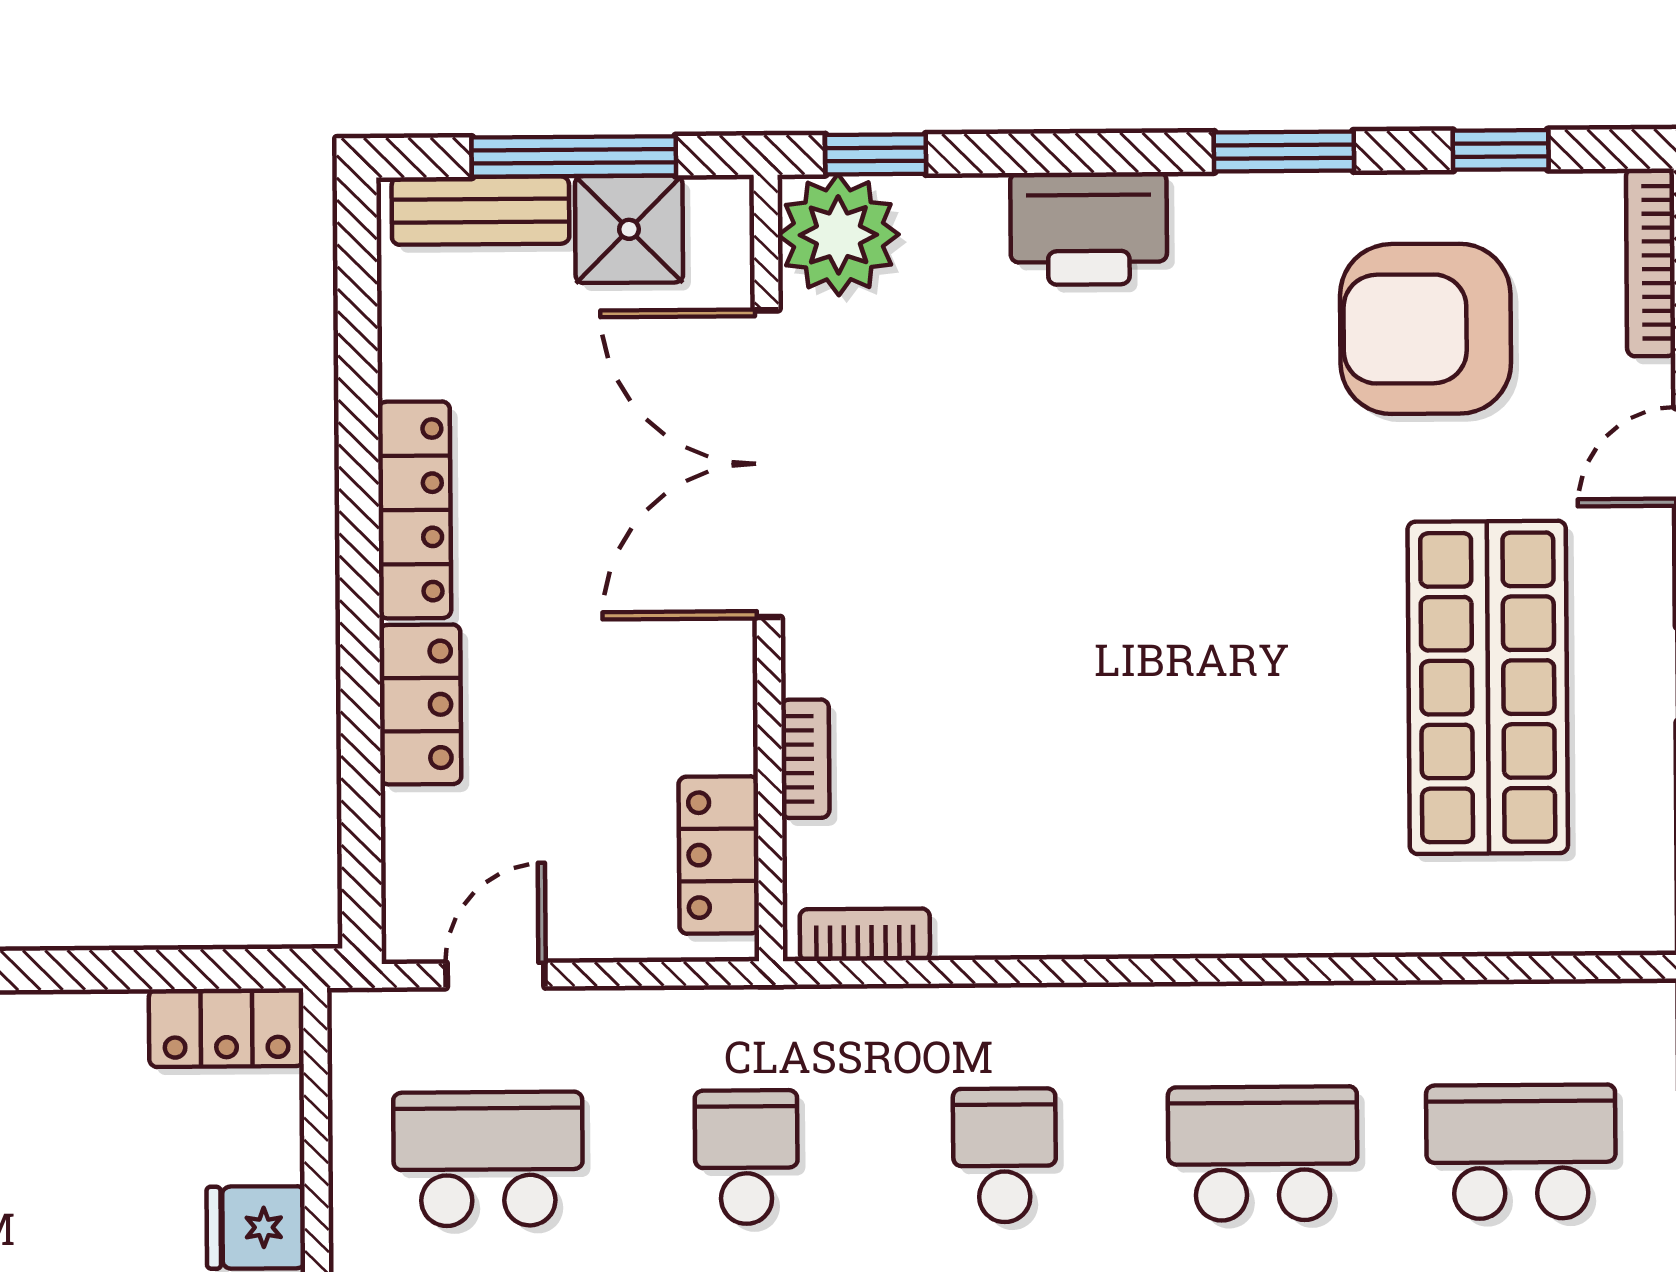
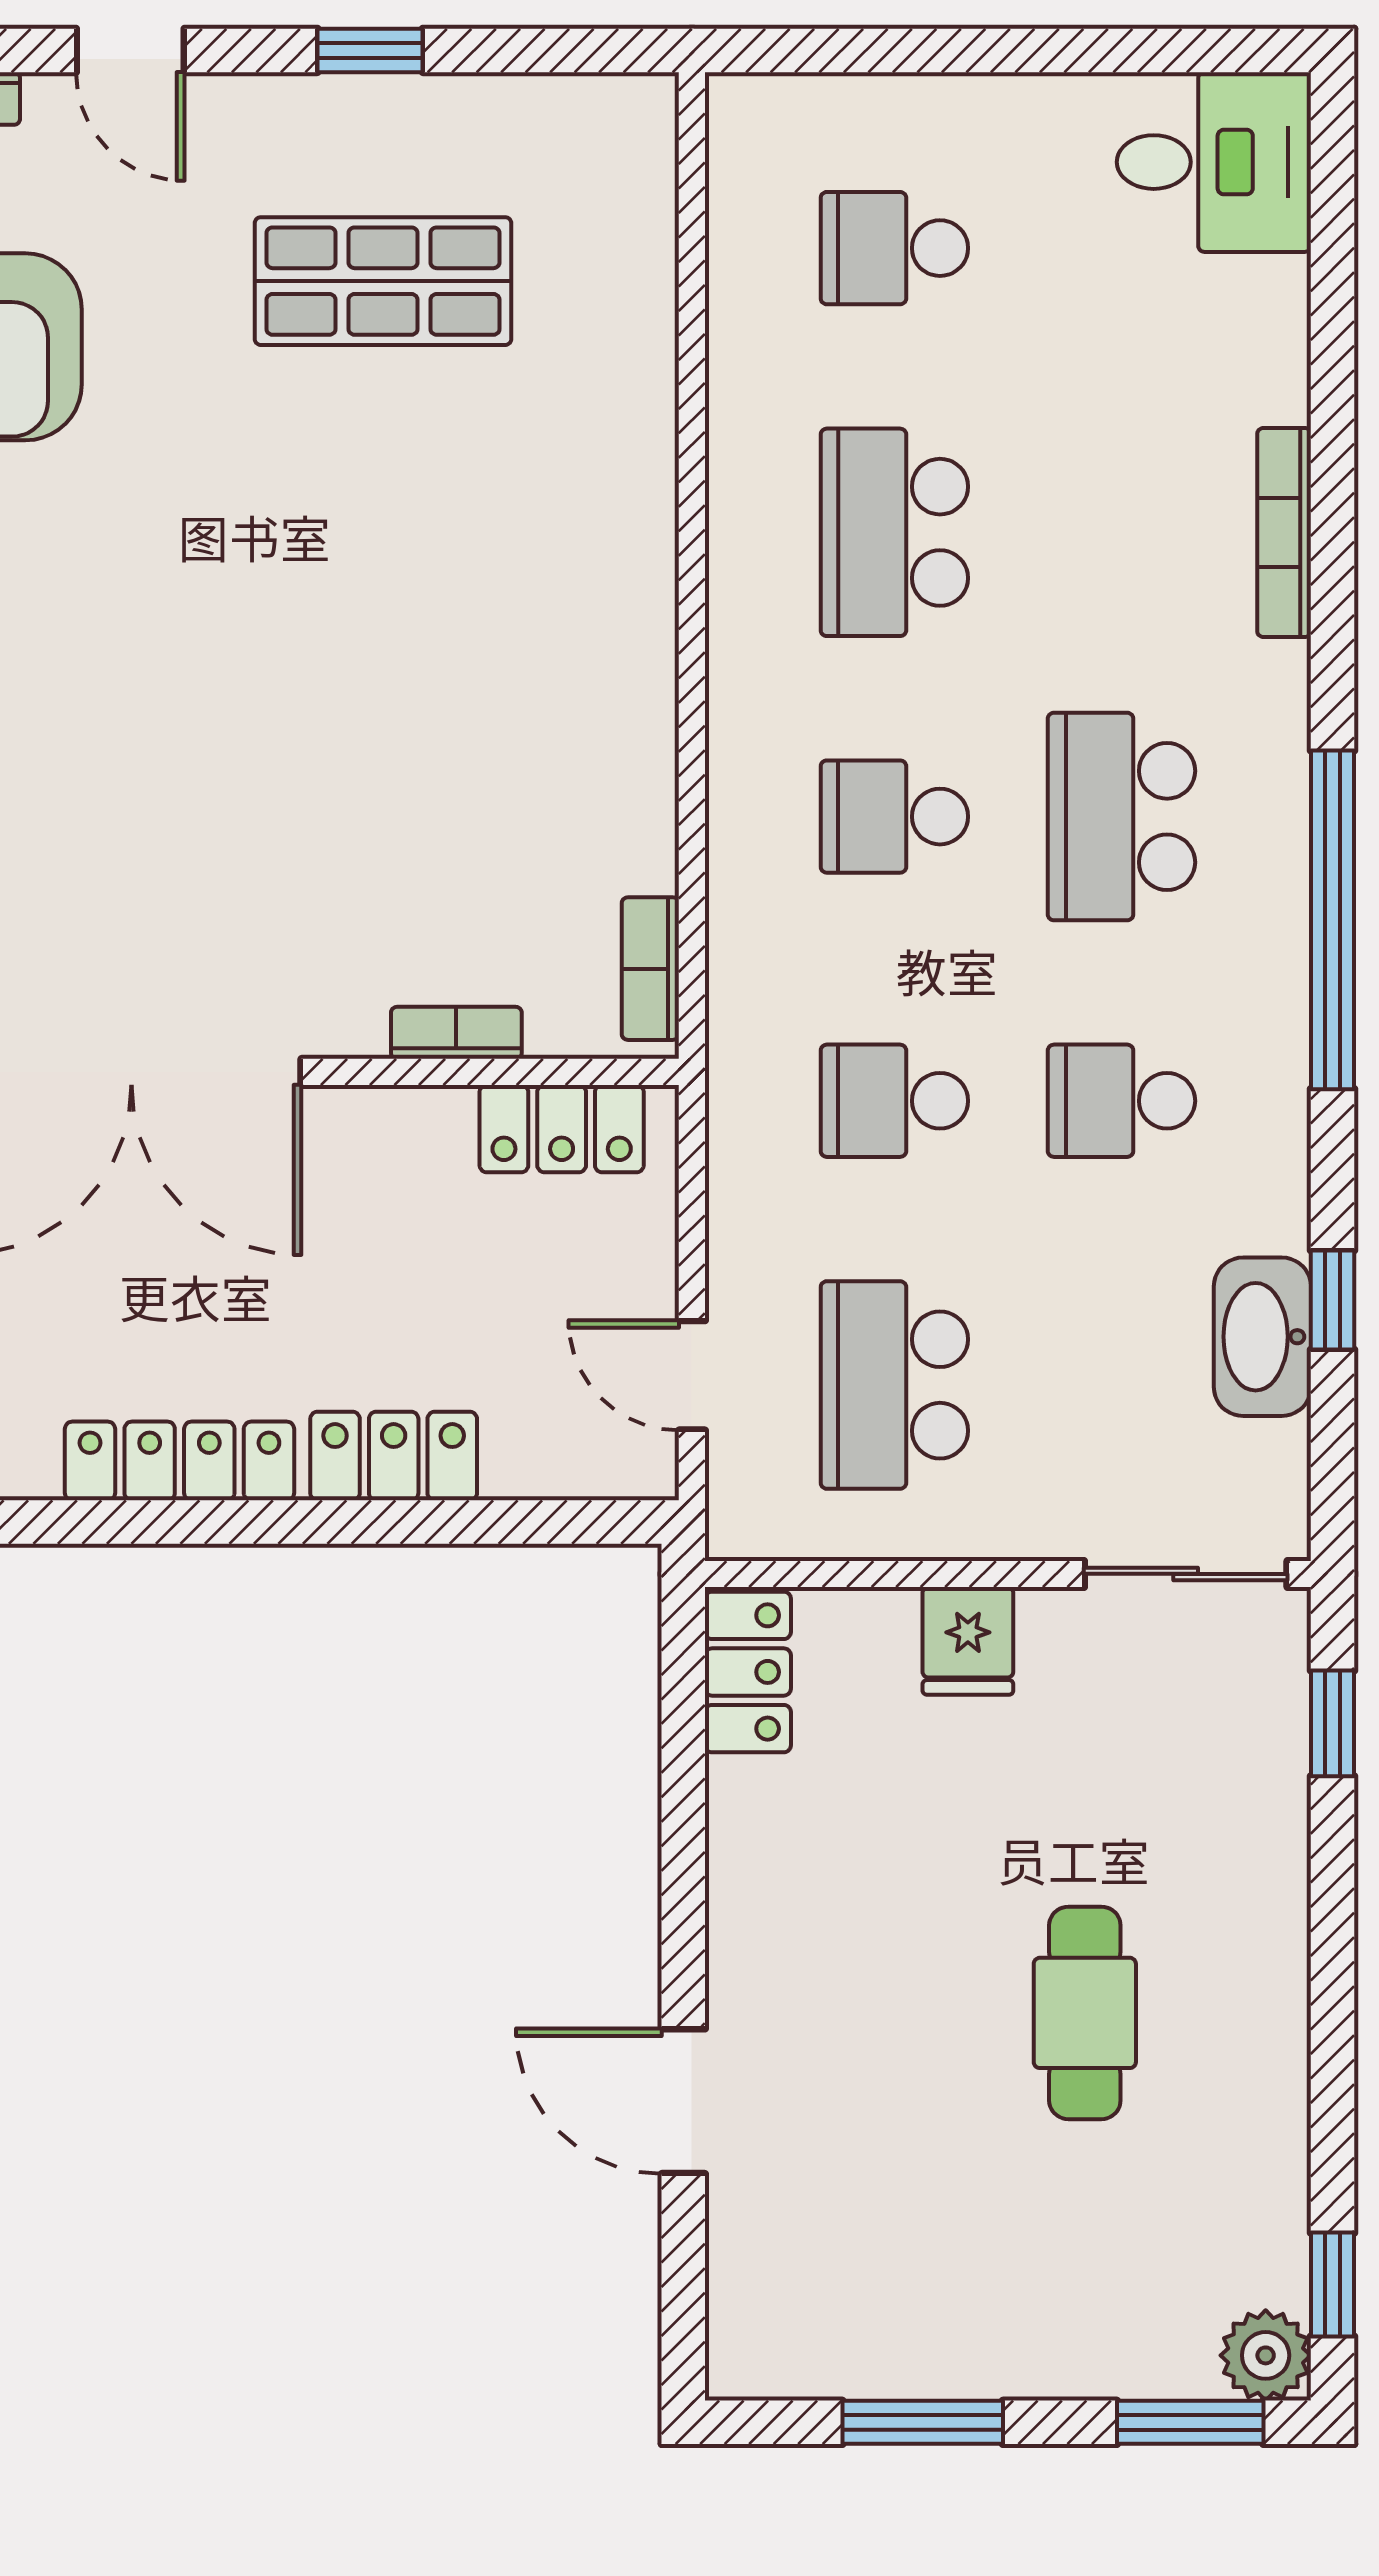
shop shelf: (1488, 687) -> (383, 281), width x0.70, depth x0.74
school desk: (1521, 1152) -> (894, 248), width x0.54

